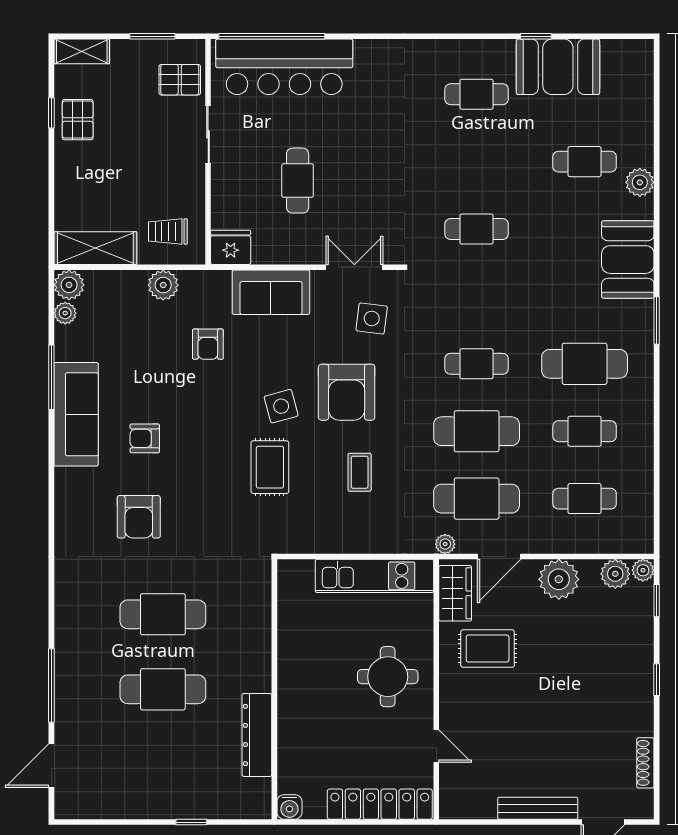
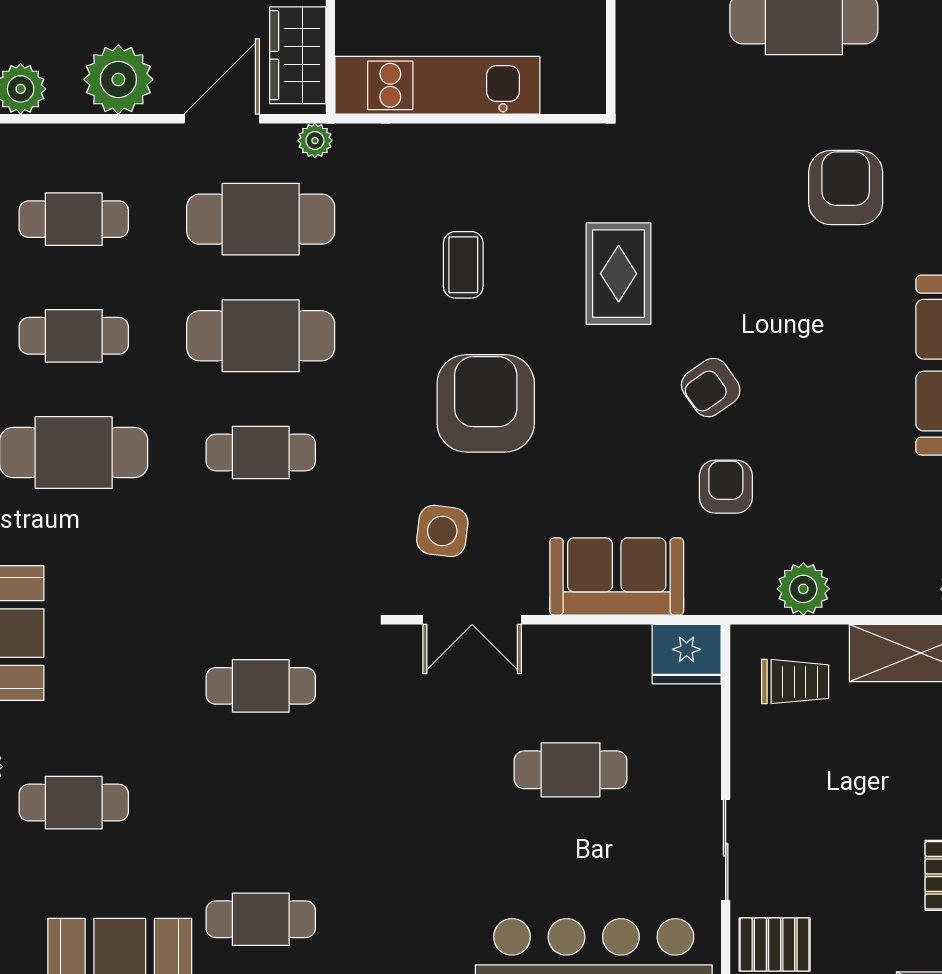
cafe table: (298, 181) -> (571, 770), turned 90
side table: (281, 406) -> (599, 379), removed
armchair: (145, 438) -> (711, 388), moved, turned 145

